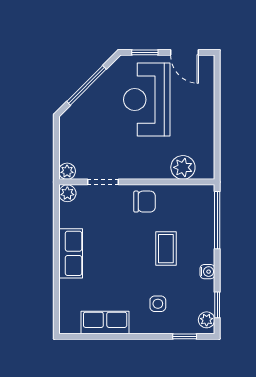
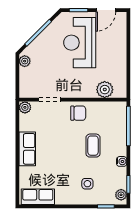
door: (185, 52) -> (106, 10), hinge flipped
plant: (67, 171) -> (25, 61), moved
row of seats: (105, 323) -> (38, 197), moved

